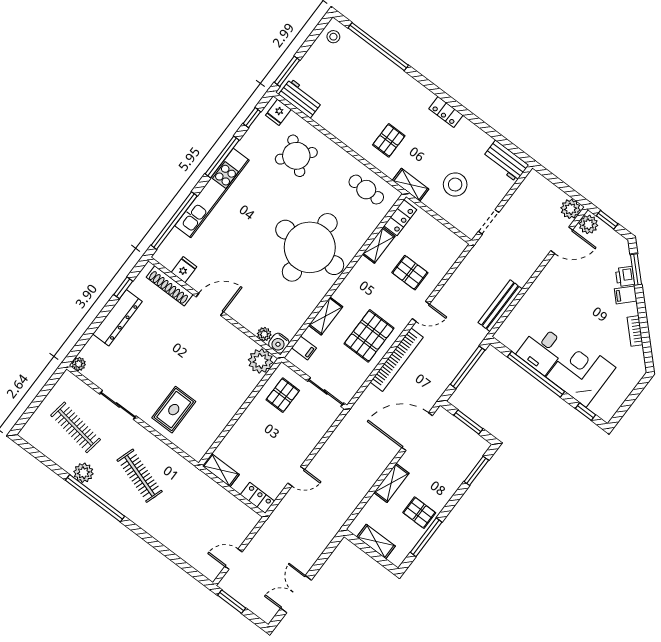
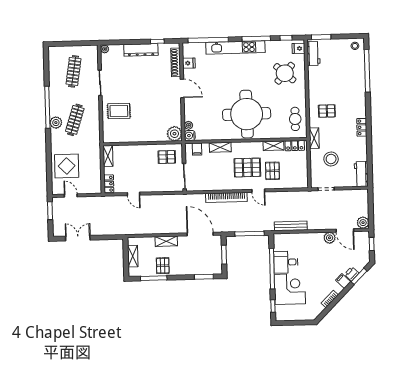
plant: (588, 224) -> (330, 238), moved
pallet: (369, 336) -> (247, 168), moved
plant: (83, 473) -> (56, 123), moved
display table: (191, 534) -> (67, 166), added

